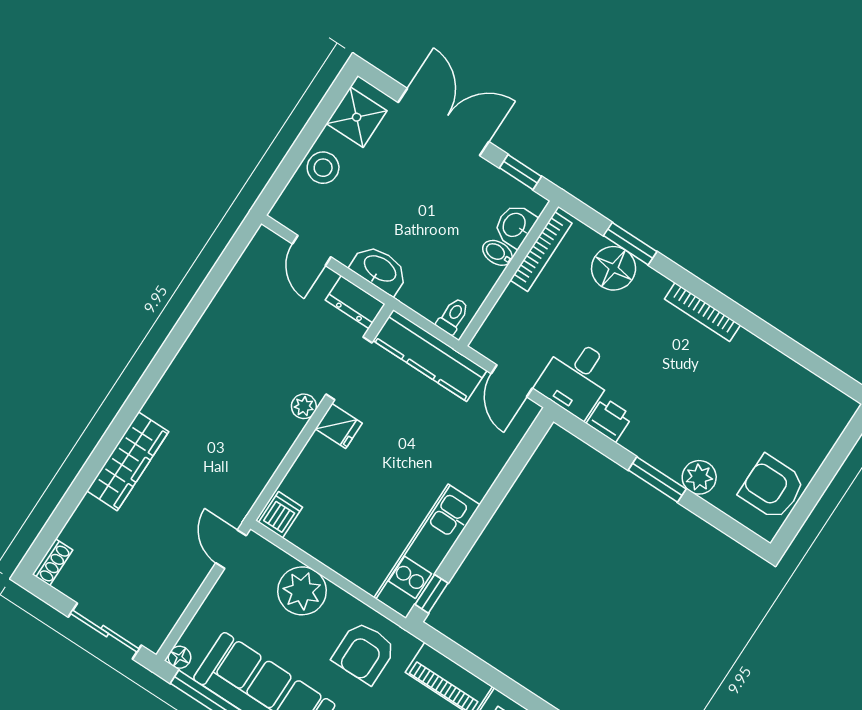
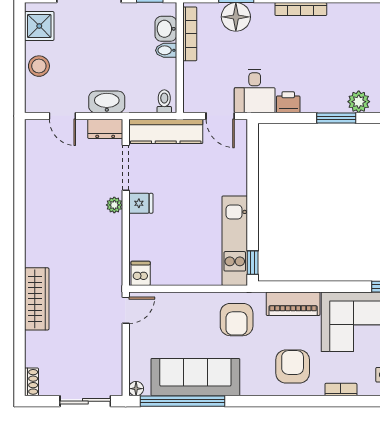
door: (231, 549) -> (126, 310), swing flipped
plant: (302, 591) -> (180, 308), removed

